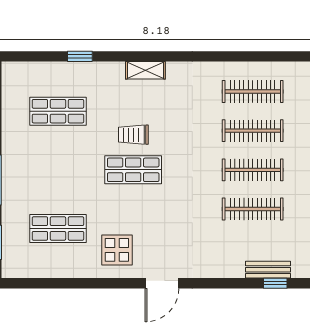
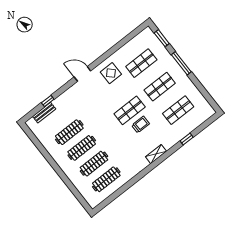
shop shelf: (58, 170) -> (160, 87), added
door: (162, 283) -> (82, 74), hinge flipped
window: (275, 283) -> (48, 101), moved

